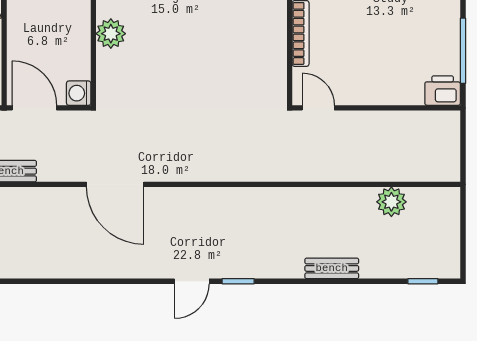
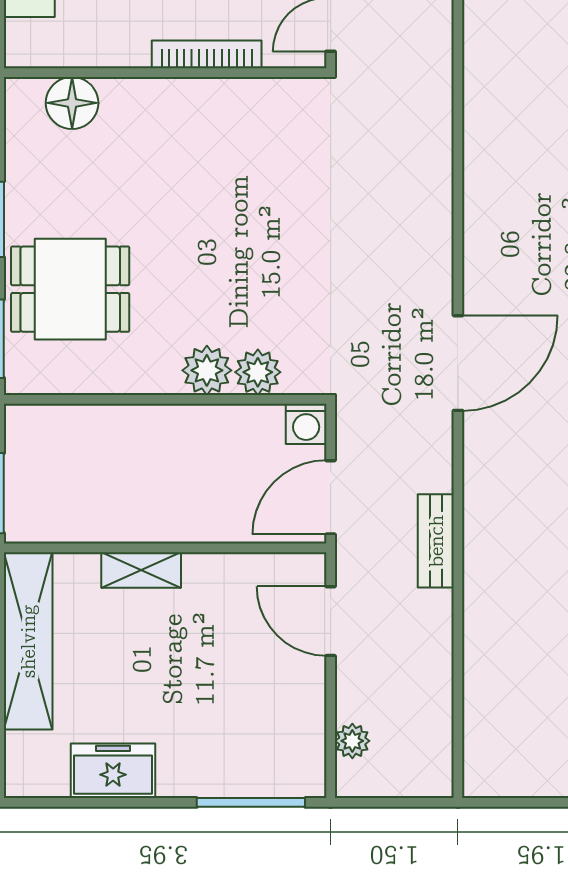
plant: (110, 64) -> (258, 372), added

